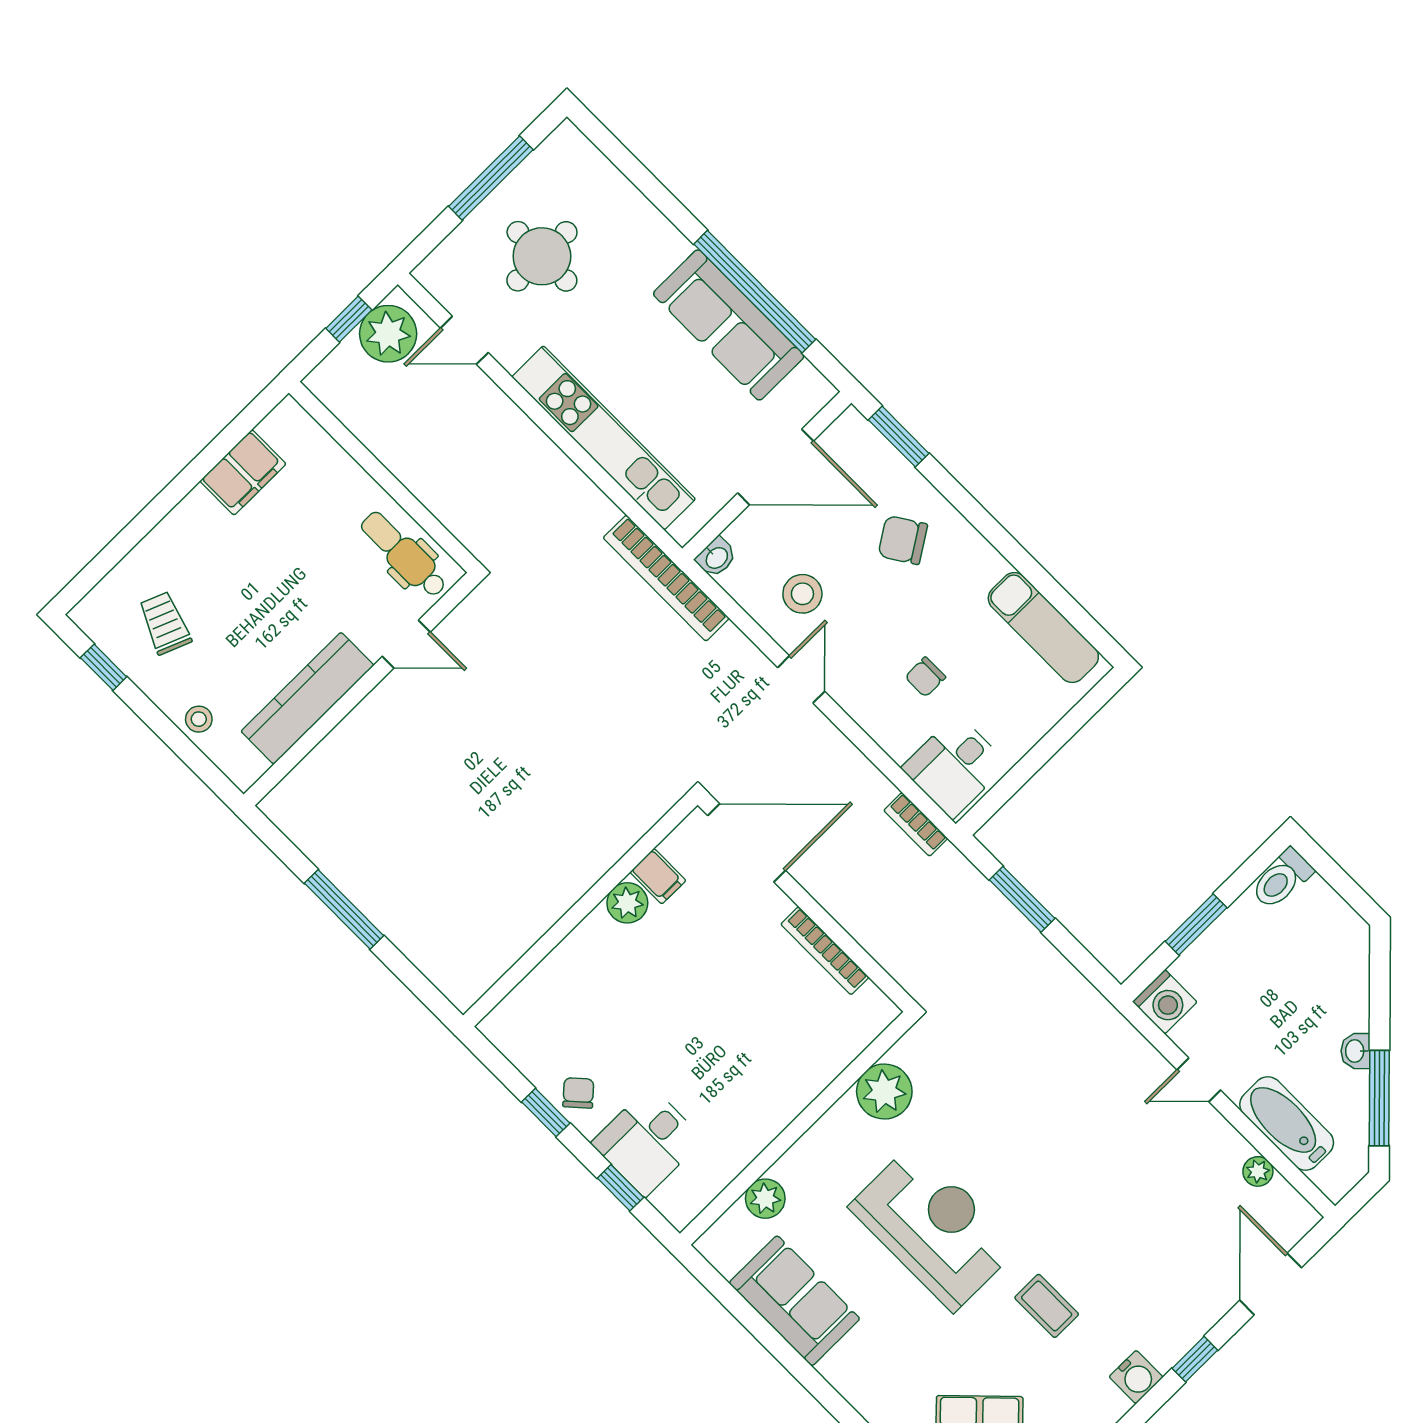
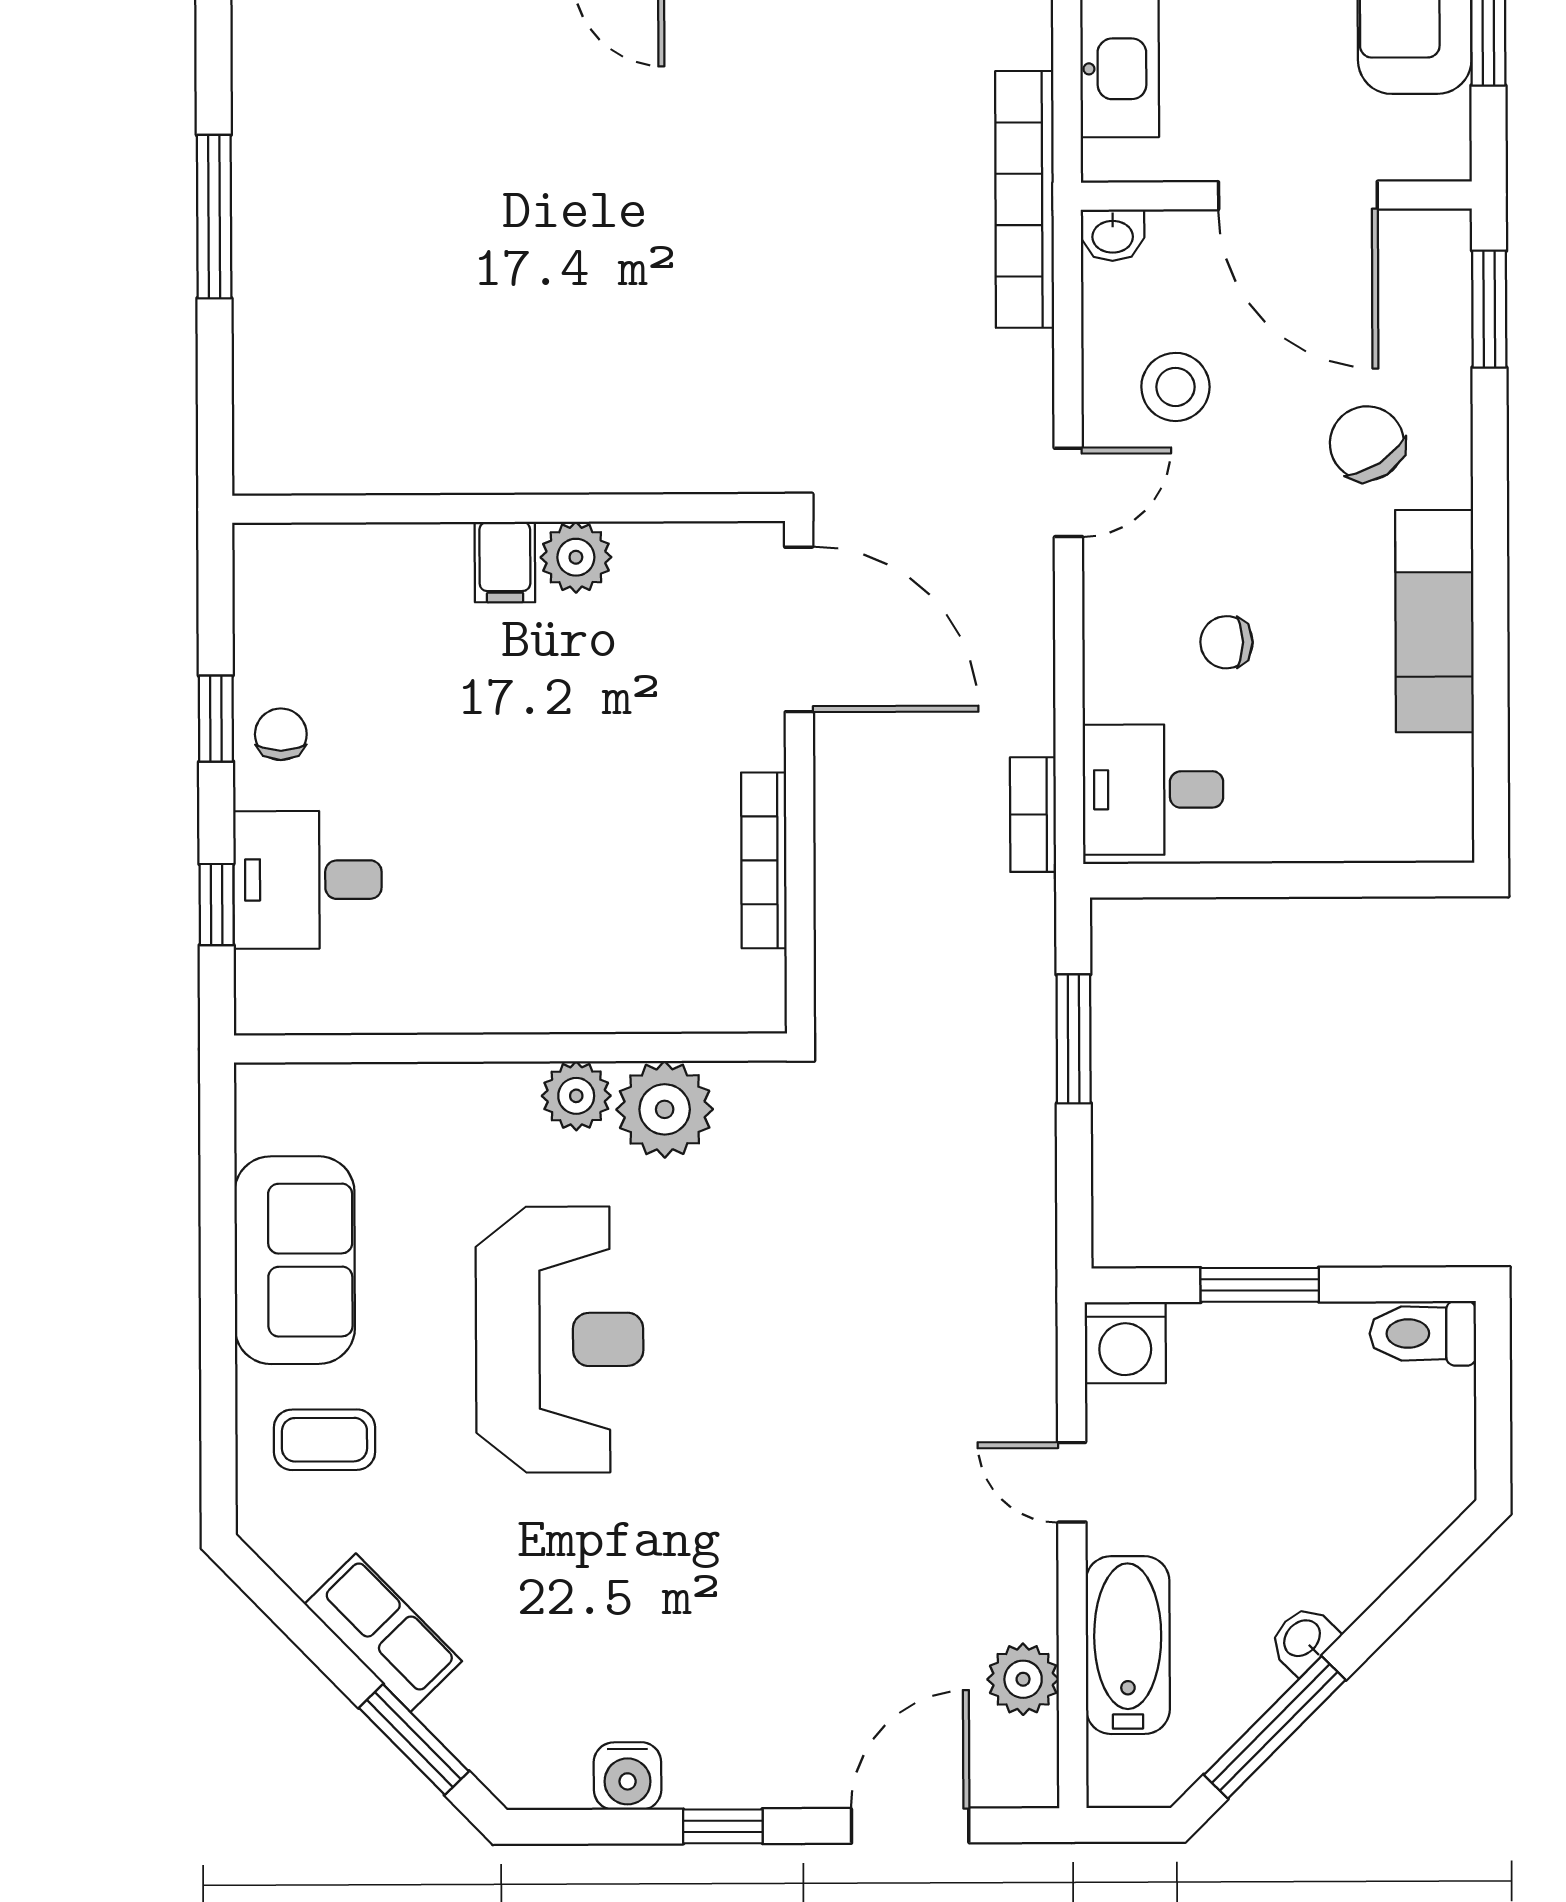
exam couch: (1043, 627) -> (1435, 621), moved
filing cabinet: (658, 876) -> (505, 562), moved
chair: (578, 1093) -> (281, 734), turned -48
plant: (1258, 1171) -> (1023, 1679), width x1.38, depth x1.38
plant: (765, 1199) -> (576, 1096), moved
coffee table: (1047, 1306) -> (324, 1440), moved, turned 90

